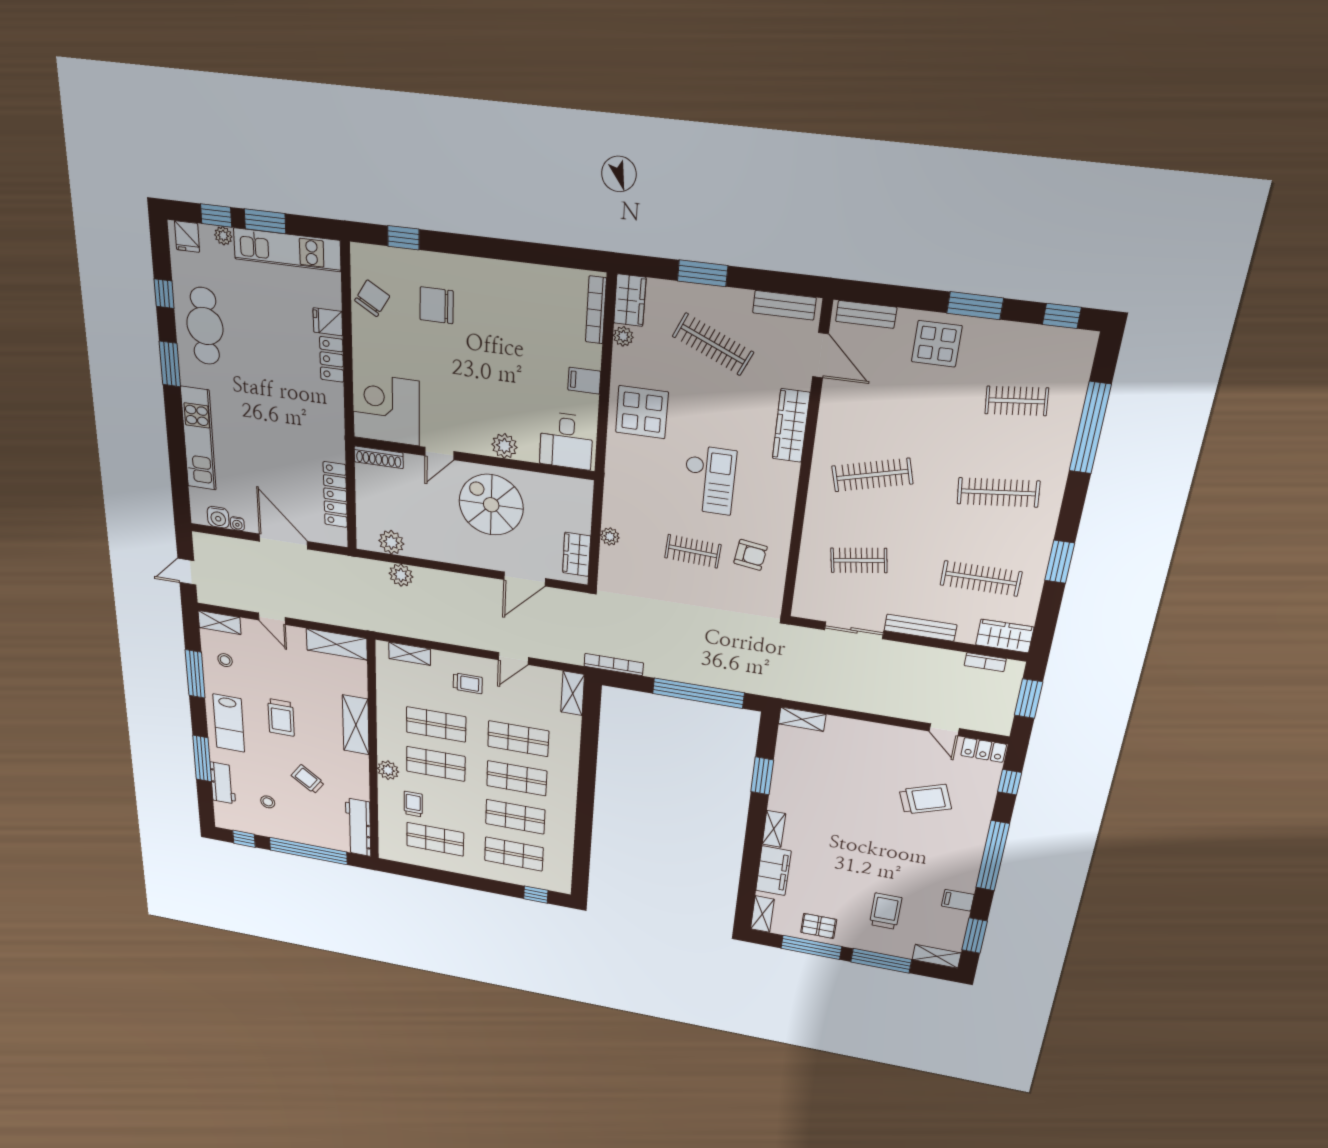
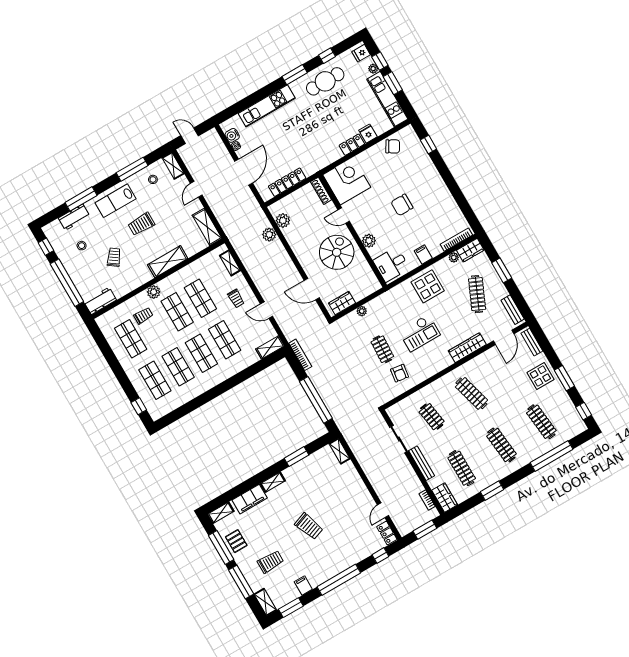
chair: (437, 305) -> (402, 205), moved, turned -90
clothes rail: (1017, 401) -> (541, 422), width x1.36
trolley: (925, 799) -> (309, 526), moved
workbench: (358, 827) -> (100, 301), width x0.73

